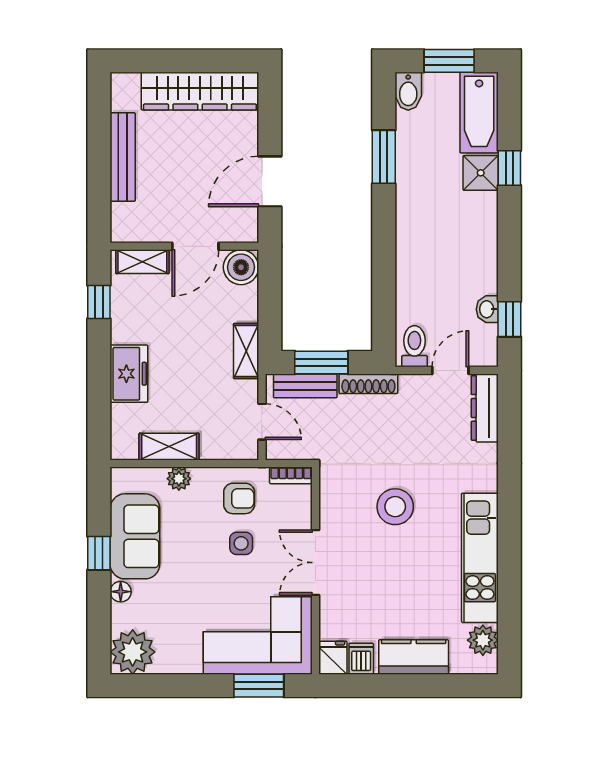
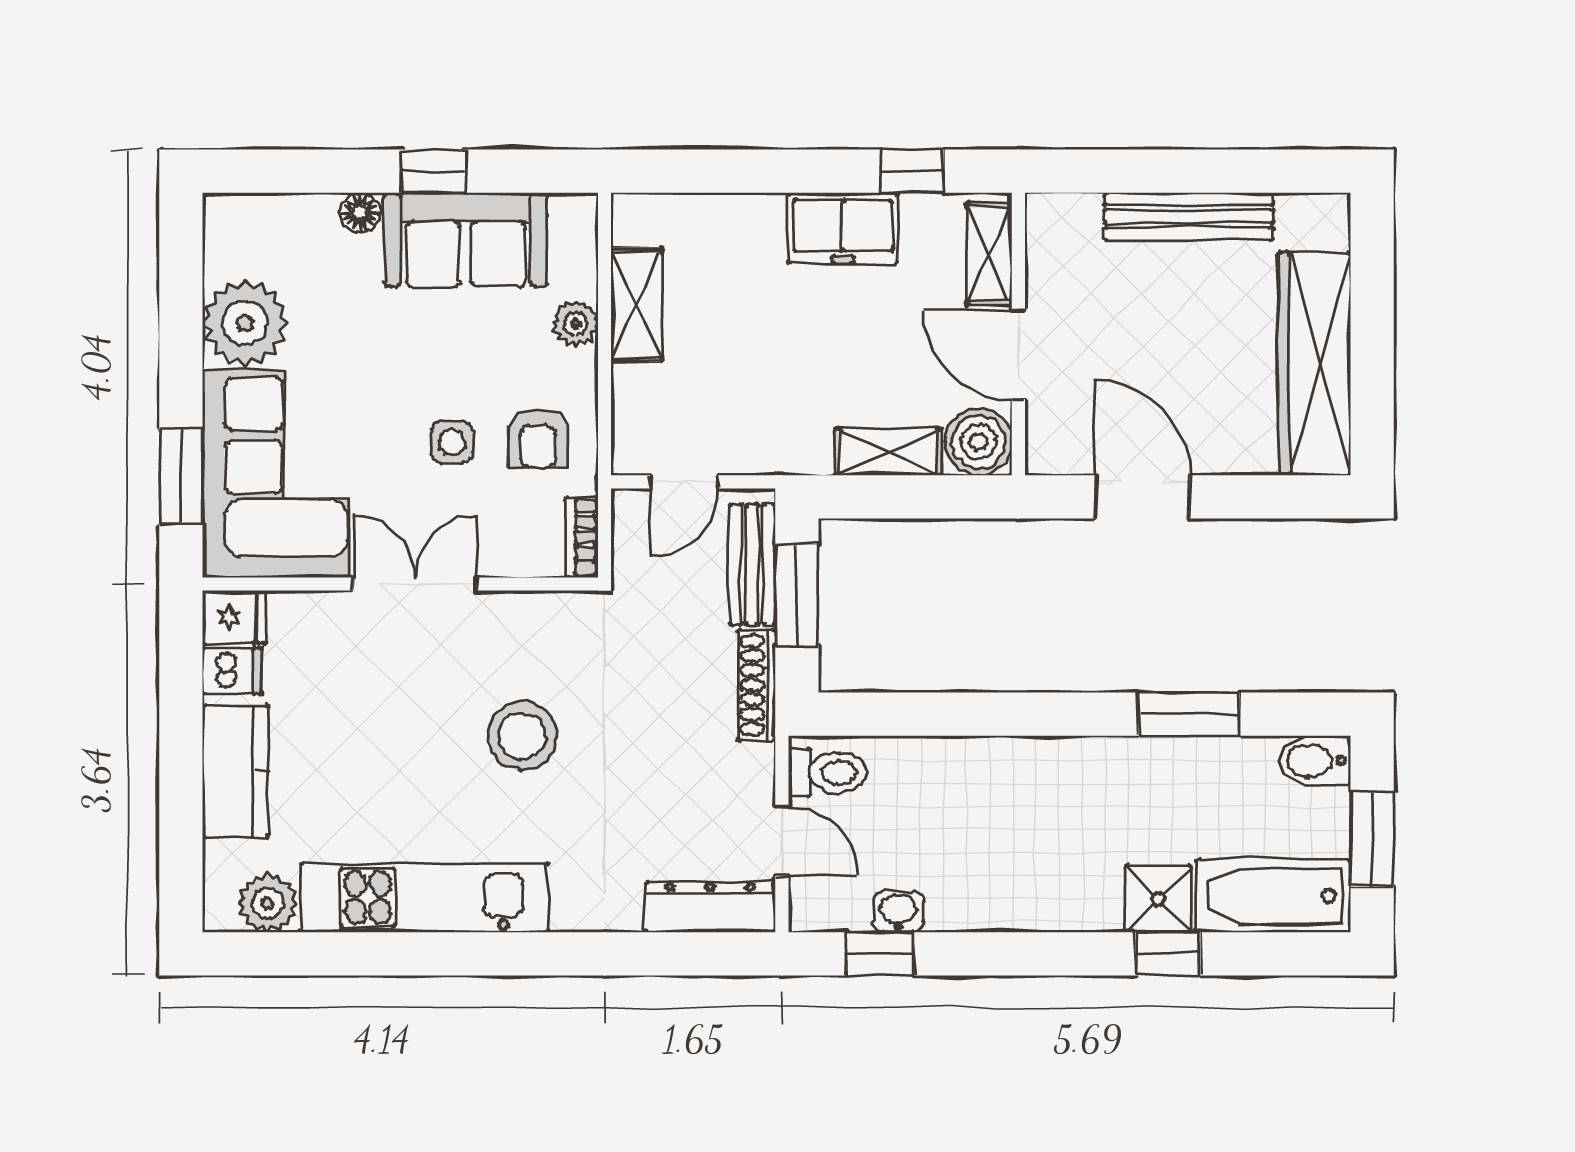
shelving: (246, 351) -> (888, 452), moved
freezer: (129, 374) -> (843, 228), moved
plant: (133, 652) -> (245, 323), moved

